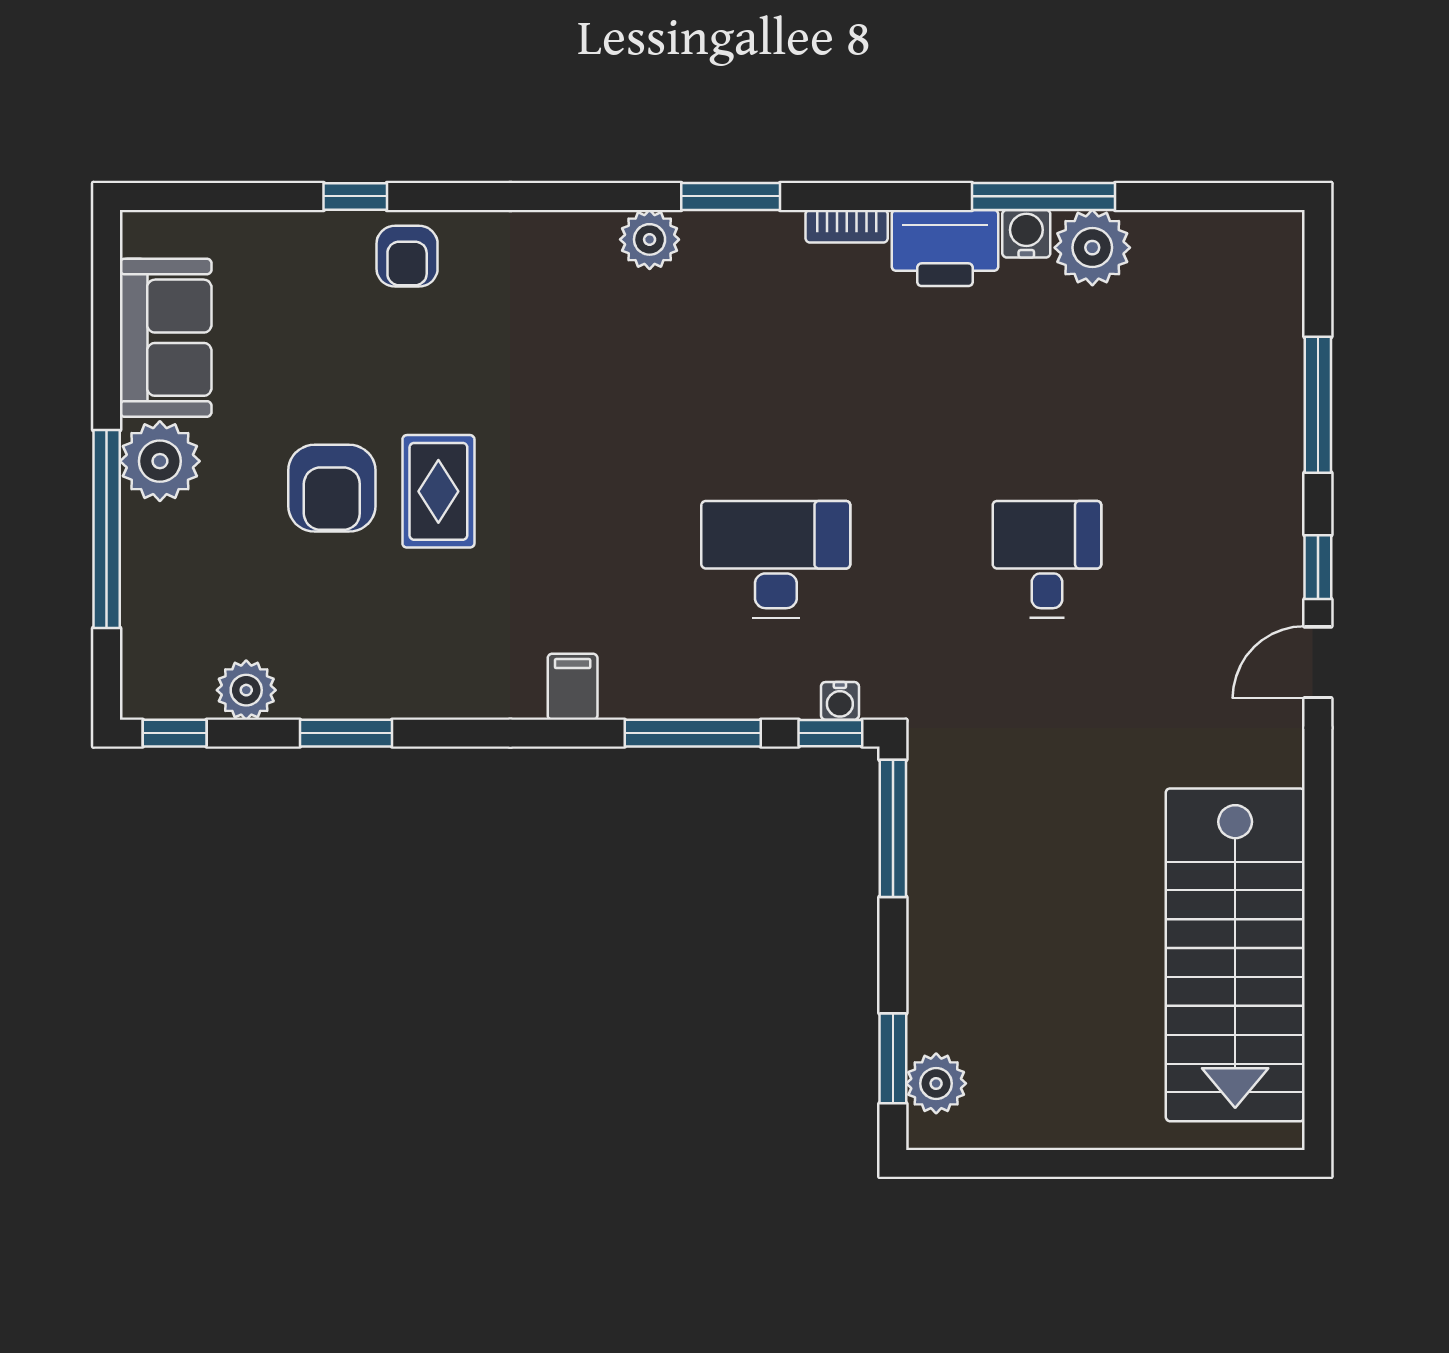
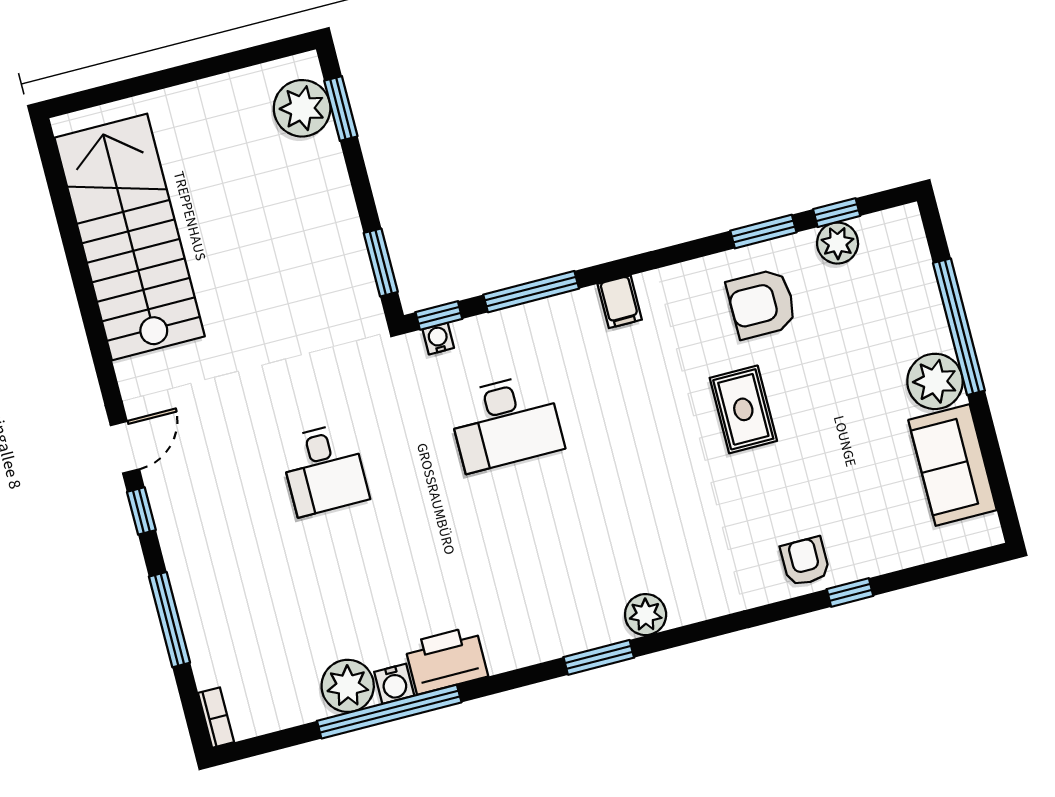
window: (1044, 196) -> (389, 712), width x1.46
bookcase: (847, 226) -> (216, 718), moved, turned 90
armchair: (332, 488) -> (762, 304), moved, turned -90
window: (175, 733) -> (837, 213), moved
window: (893, 828) -> (381, 262), width x0.69
plant: (936, 1083) -> (302, 108), width x1.36, depth x1.36

